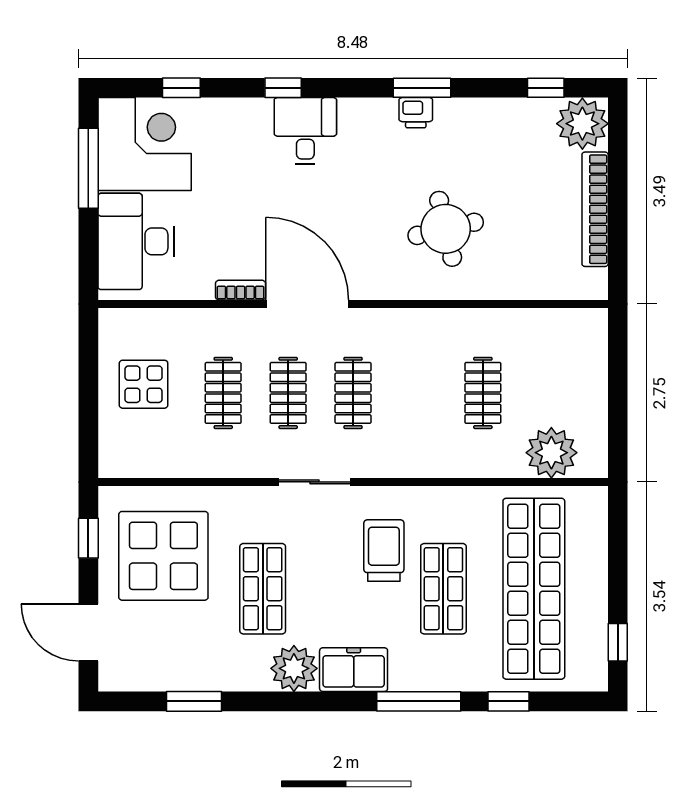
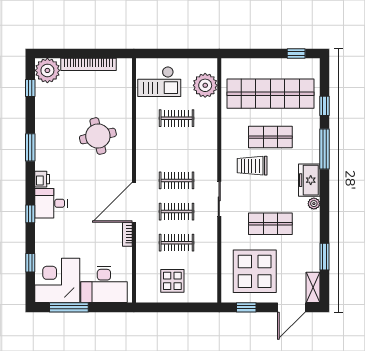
printer: (416, 113) -> (42, 179), moved
checkout: (559, 357) -> (159, 82), added
plant: (294, 668) -> (314, 204), width x0.53, depth x0.53
shelving: (130, 677) -> (313, 287), added

